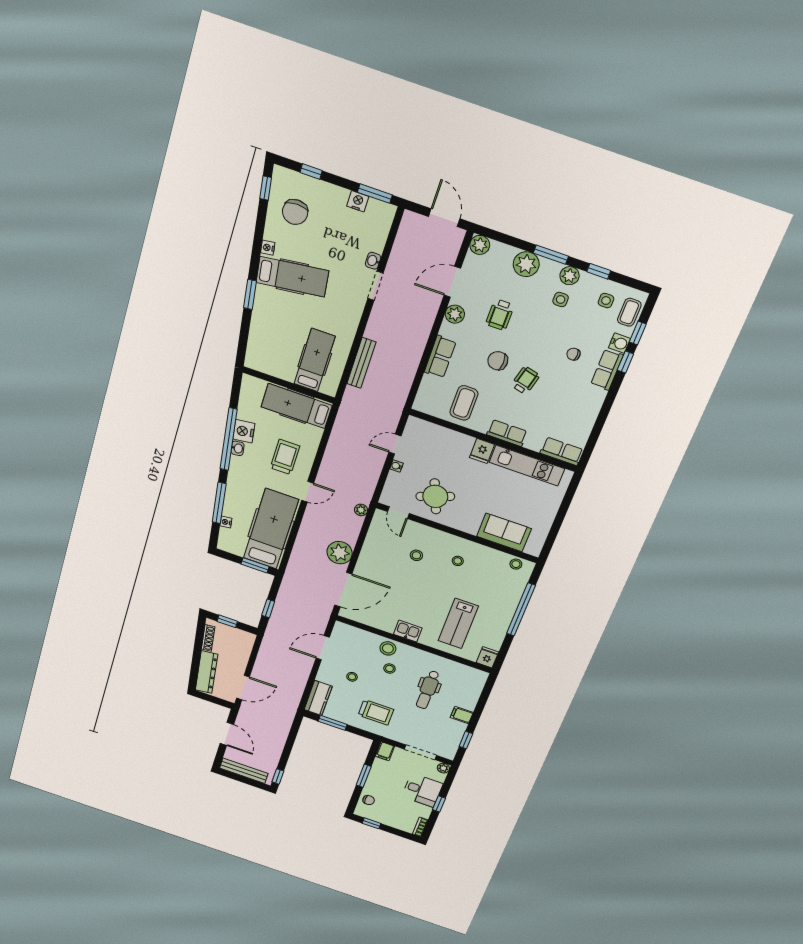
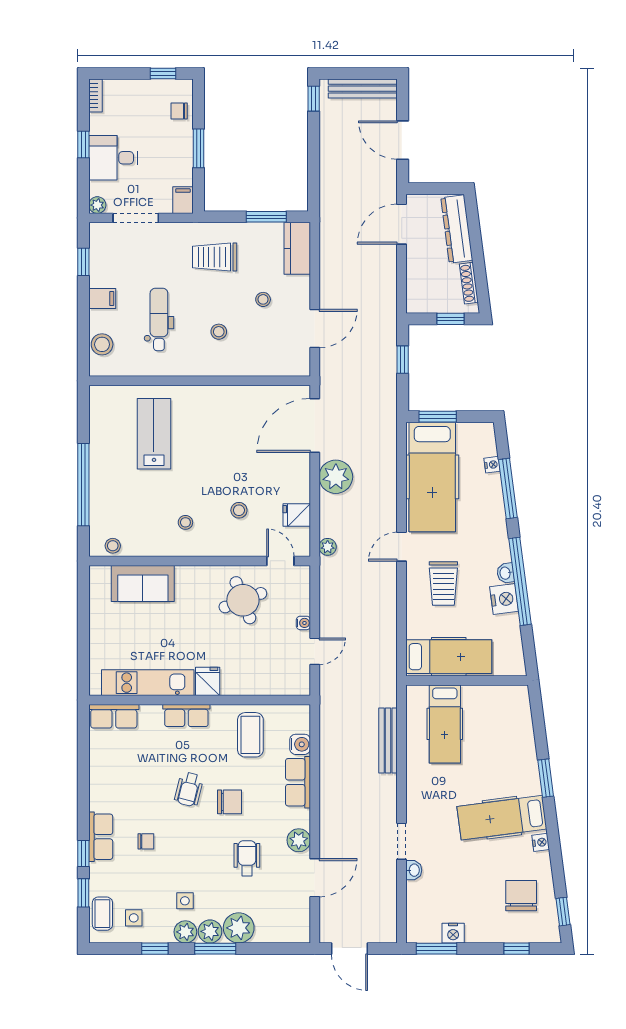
plant: (480, 245) -> (210, 931), moved
water cooler: (619, 343) -> (300, 744), moved, turned 180
kitchen sink: (408, 631) -> (214, 397), removed
stool: (388, 648) -> (102, 344), moved
fridge: (487, 657) -> (297, 515), moved, turned 90

